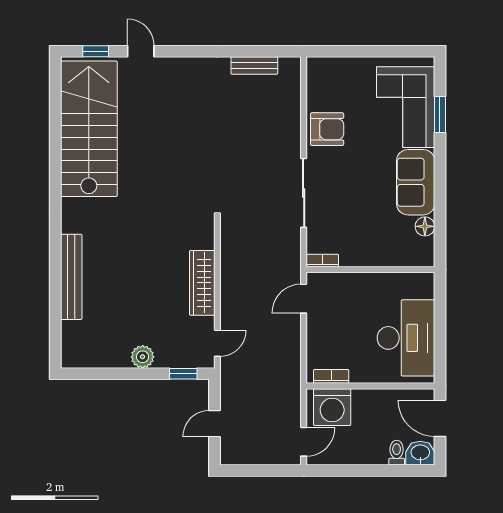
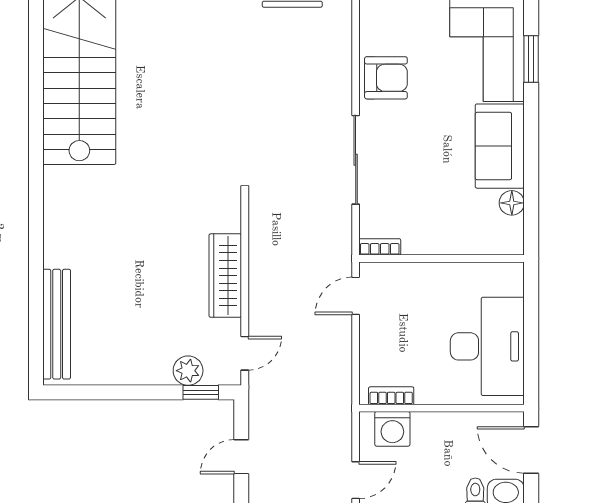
bench: (71, 277) -> (57, 324), moved
plant: (143, 357) -> (188, 371), moved
washing machine: (332, 407) -> (392, 429), width x0.73, depth x0.73

